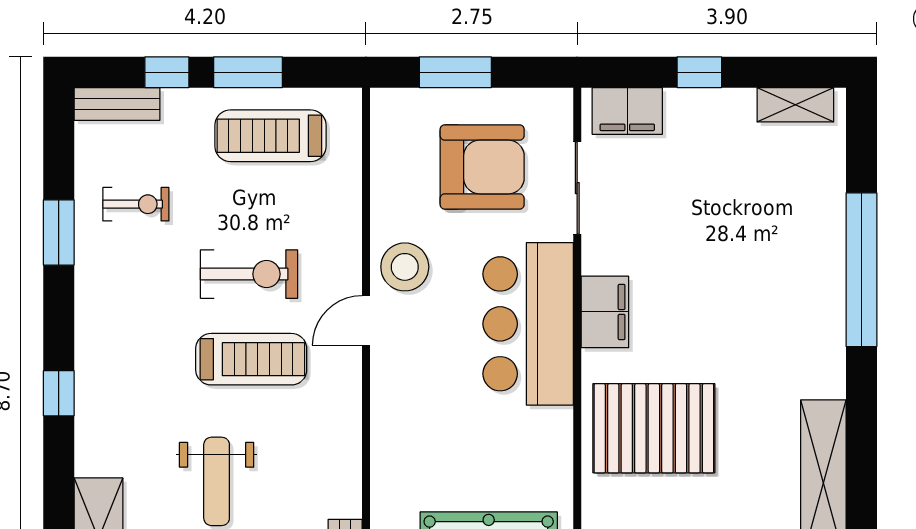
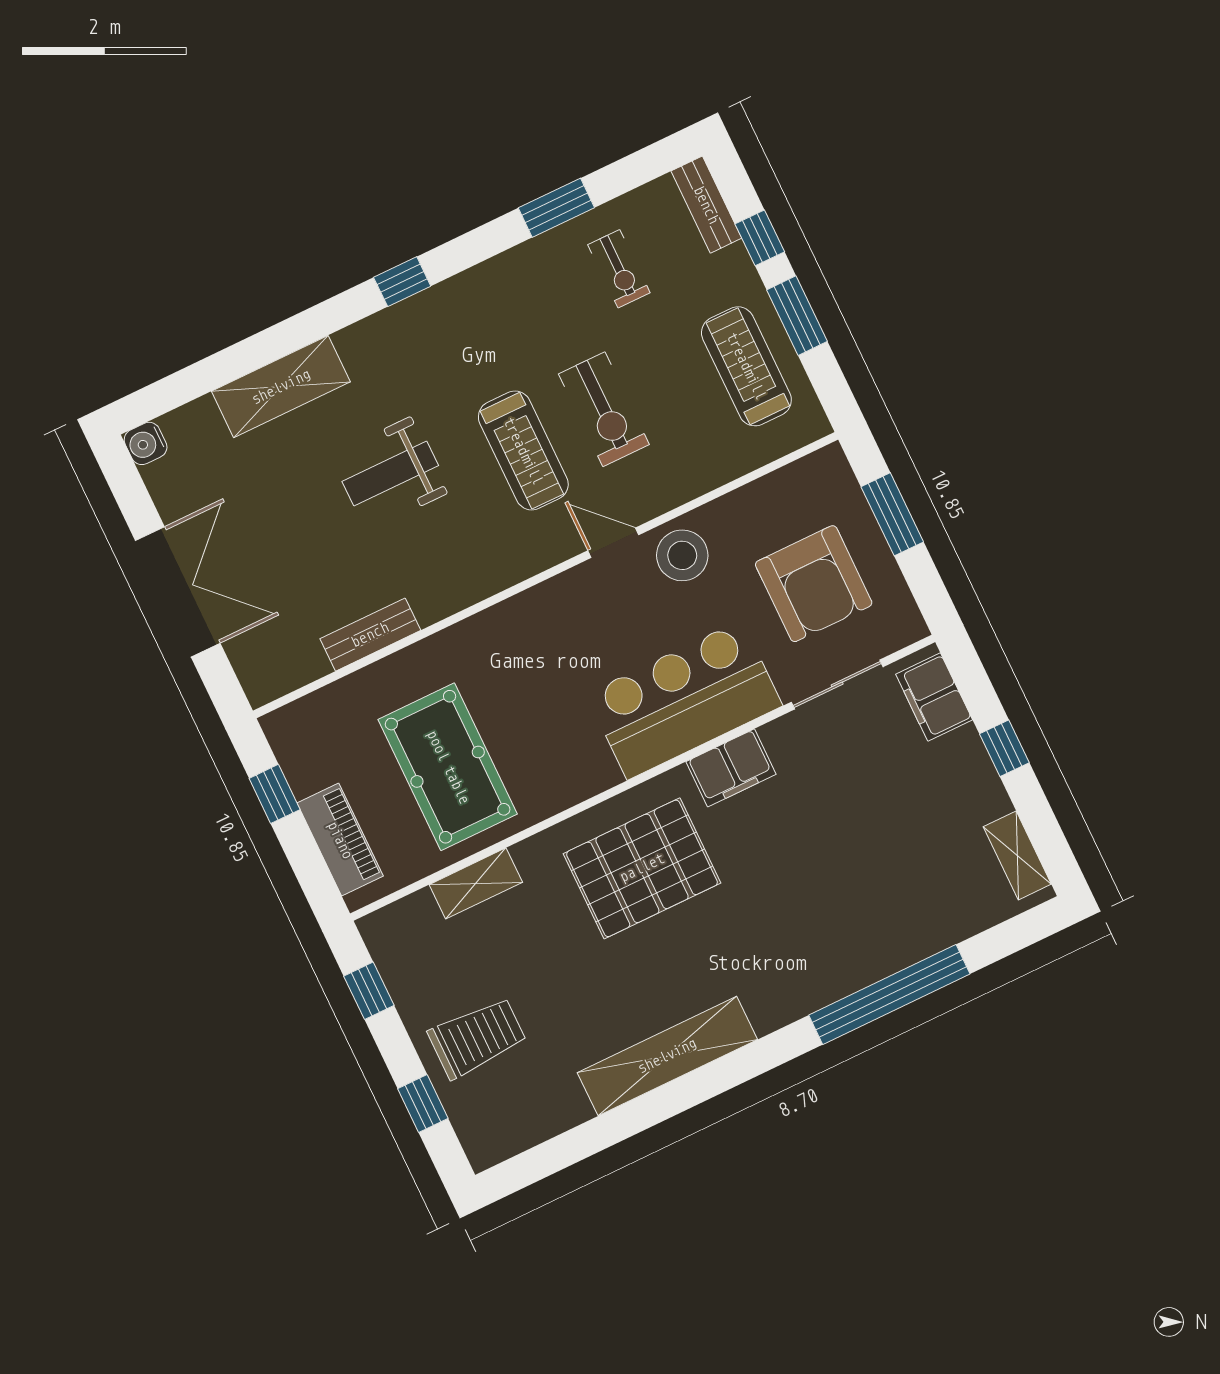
pallet: (654, 428) -> (642, 868), turned 90

